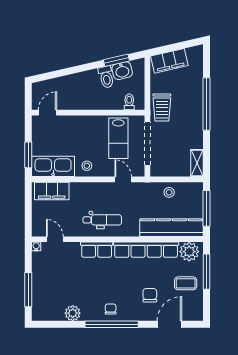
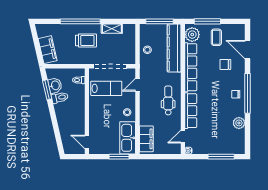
trolley: (162, 108) -> (86, 40), moved
shelving: (197, 163) -> (112, 29), moved
row of seats: (97, 250) -> (191, 111), width x1.48

